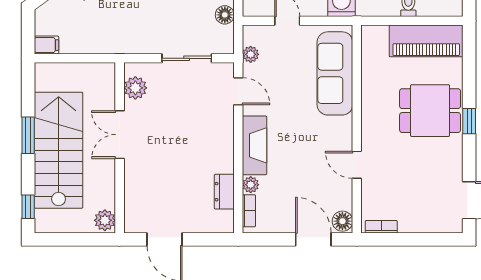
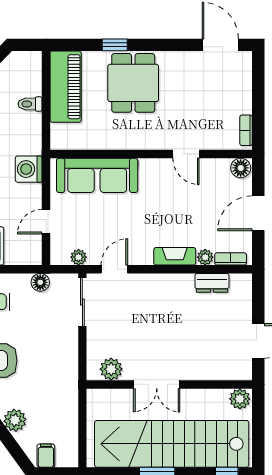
filing cabinet: (46, 45) -> (46, 456), moved
sliding door: (187, 58) -> (82, 302), moved
window: (469, 121) -> (115, 45), moved
fireplace: (254, 145) -> (175, 256), width x0.73, depth x0.76
stairs: (59, 150) -> (172, 444), width x1.36
door: (357, 165) -> (186, 154), hinge flipped
door: (313, 239) -> (258, 213), moved

